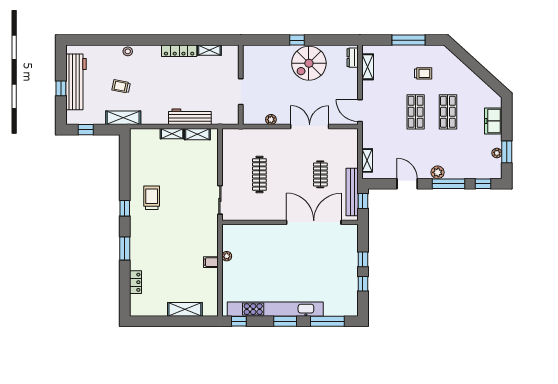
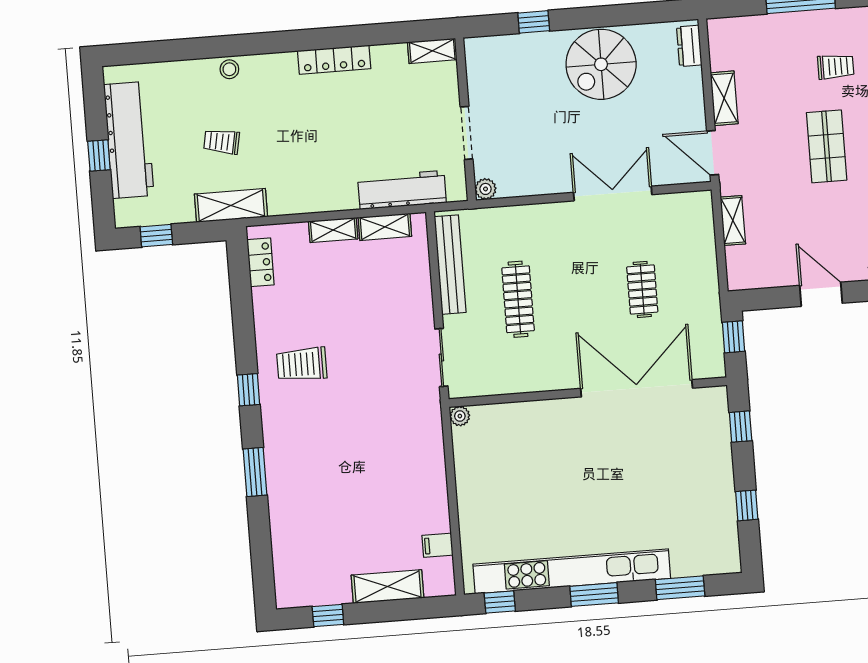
window: (297, 40) -> (534, 22), moved
shelving: (209, 50) -> (432, 51), moved
shelving: (368, 67) -> (724, 98), moved
workbench: (190, 117) -> (402, 190), moved
plant: (271, 120) -> (486, 189), moved
shelving: (367, 160) -> (733, 221), moved
bench: (352, 192) -> (450, 265), moved
trolley: (152, 198) -> (302, 364), turned -90
plant: (227, 256) -> (460, 416), moved
window: (363, 259) -> (741, 427), moved
filing cabinet: (211, 262) -> (438, 545), moved
locker: (135, 282) -> (260, 262), moved
window: (155, 321) -> (328, 616), added
window: (327, 321) -> (680, 588), width x0.69

